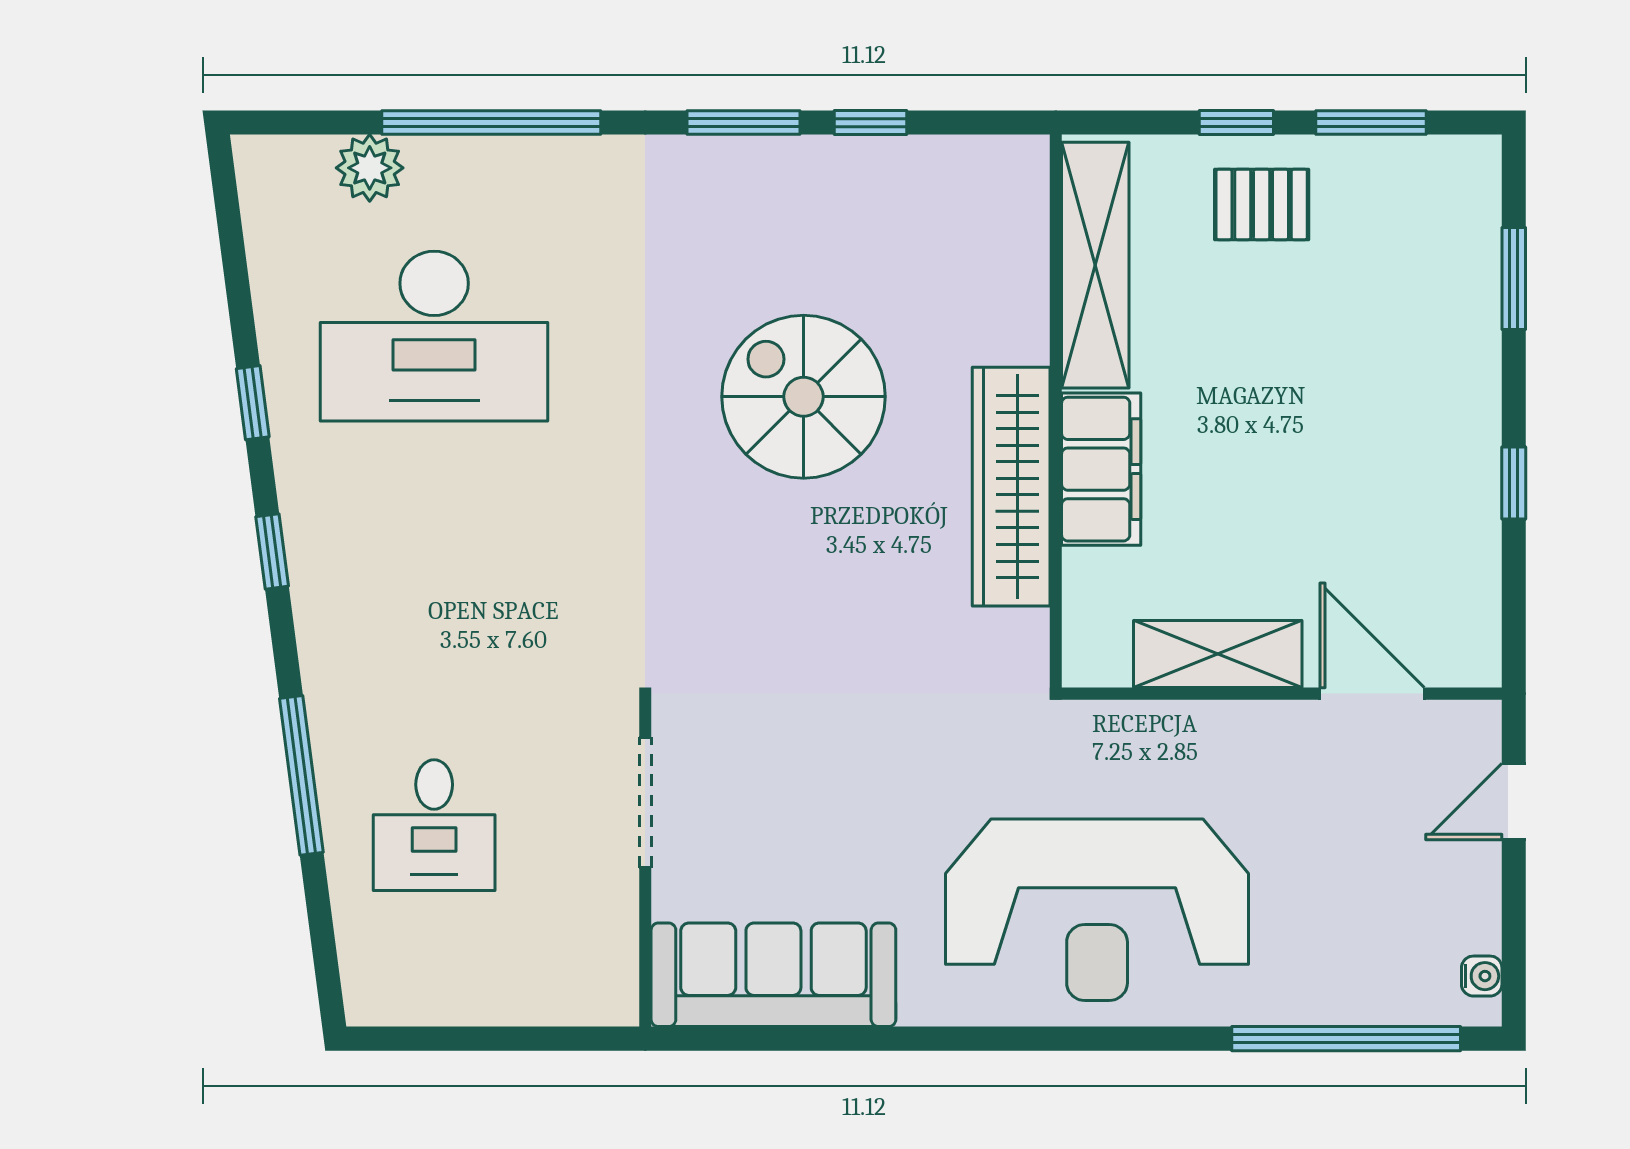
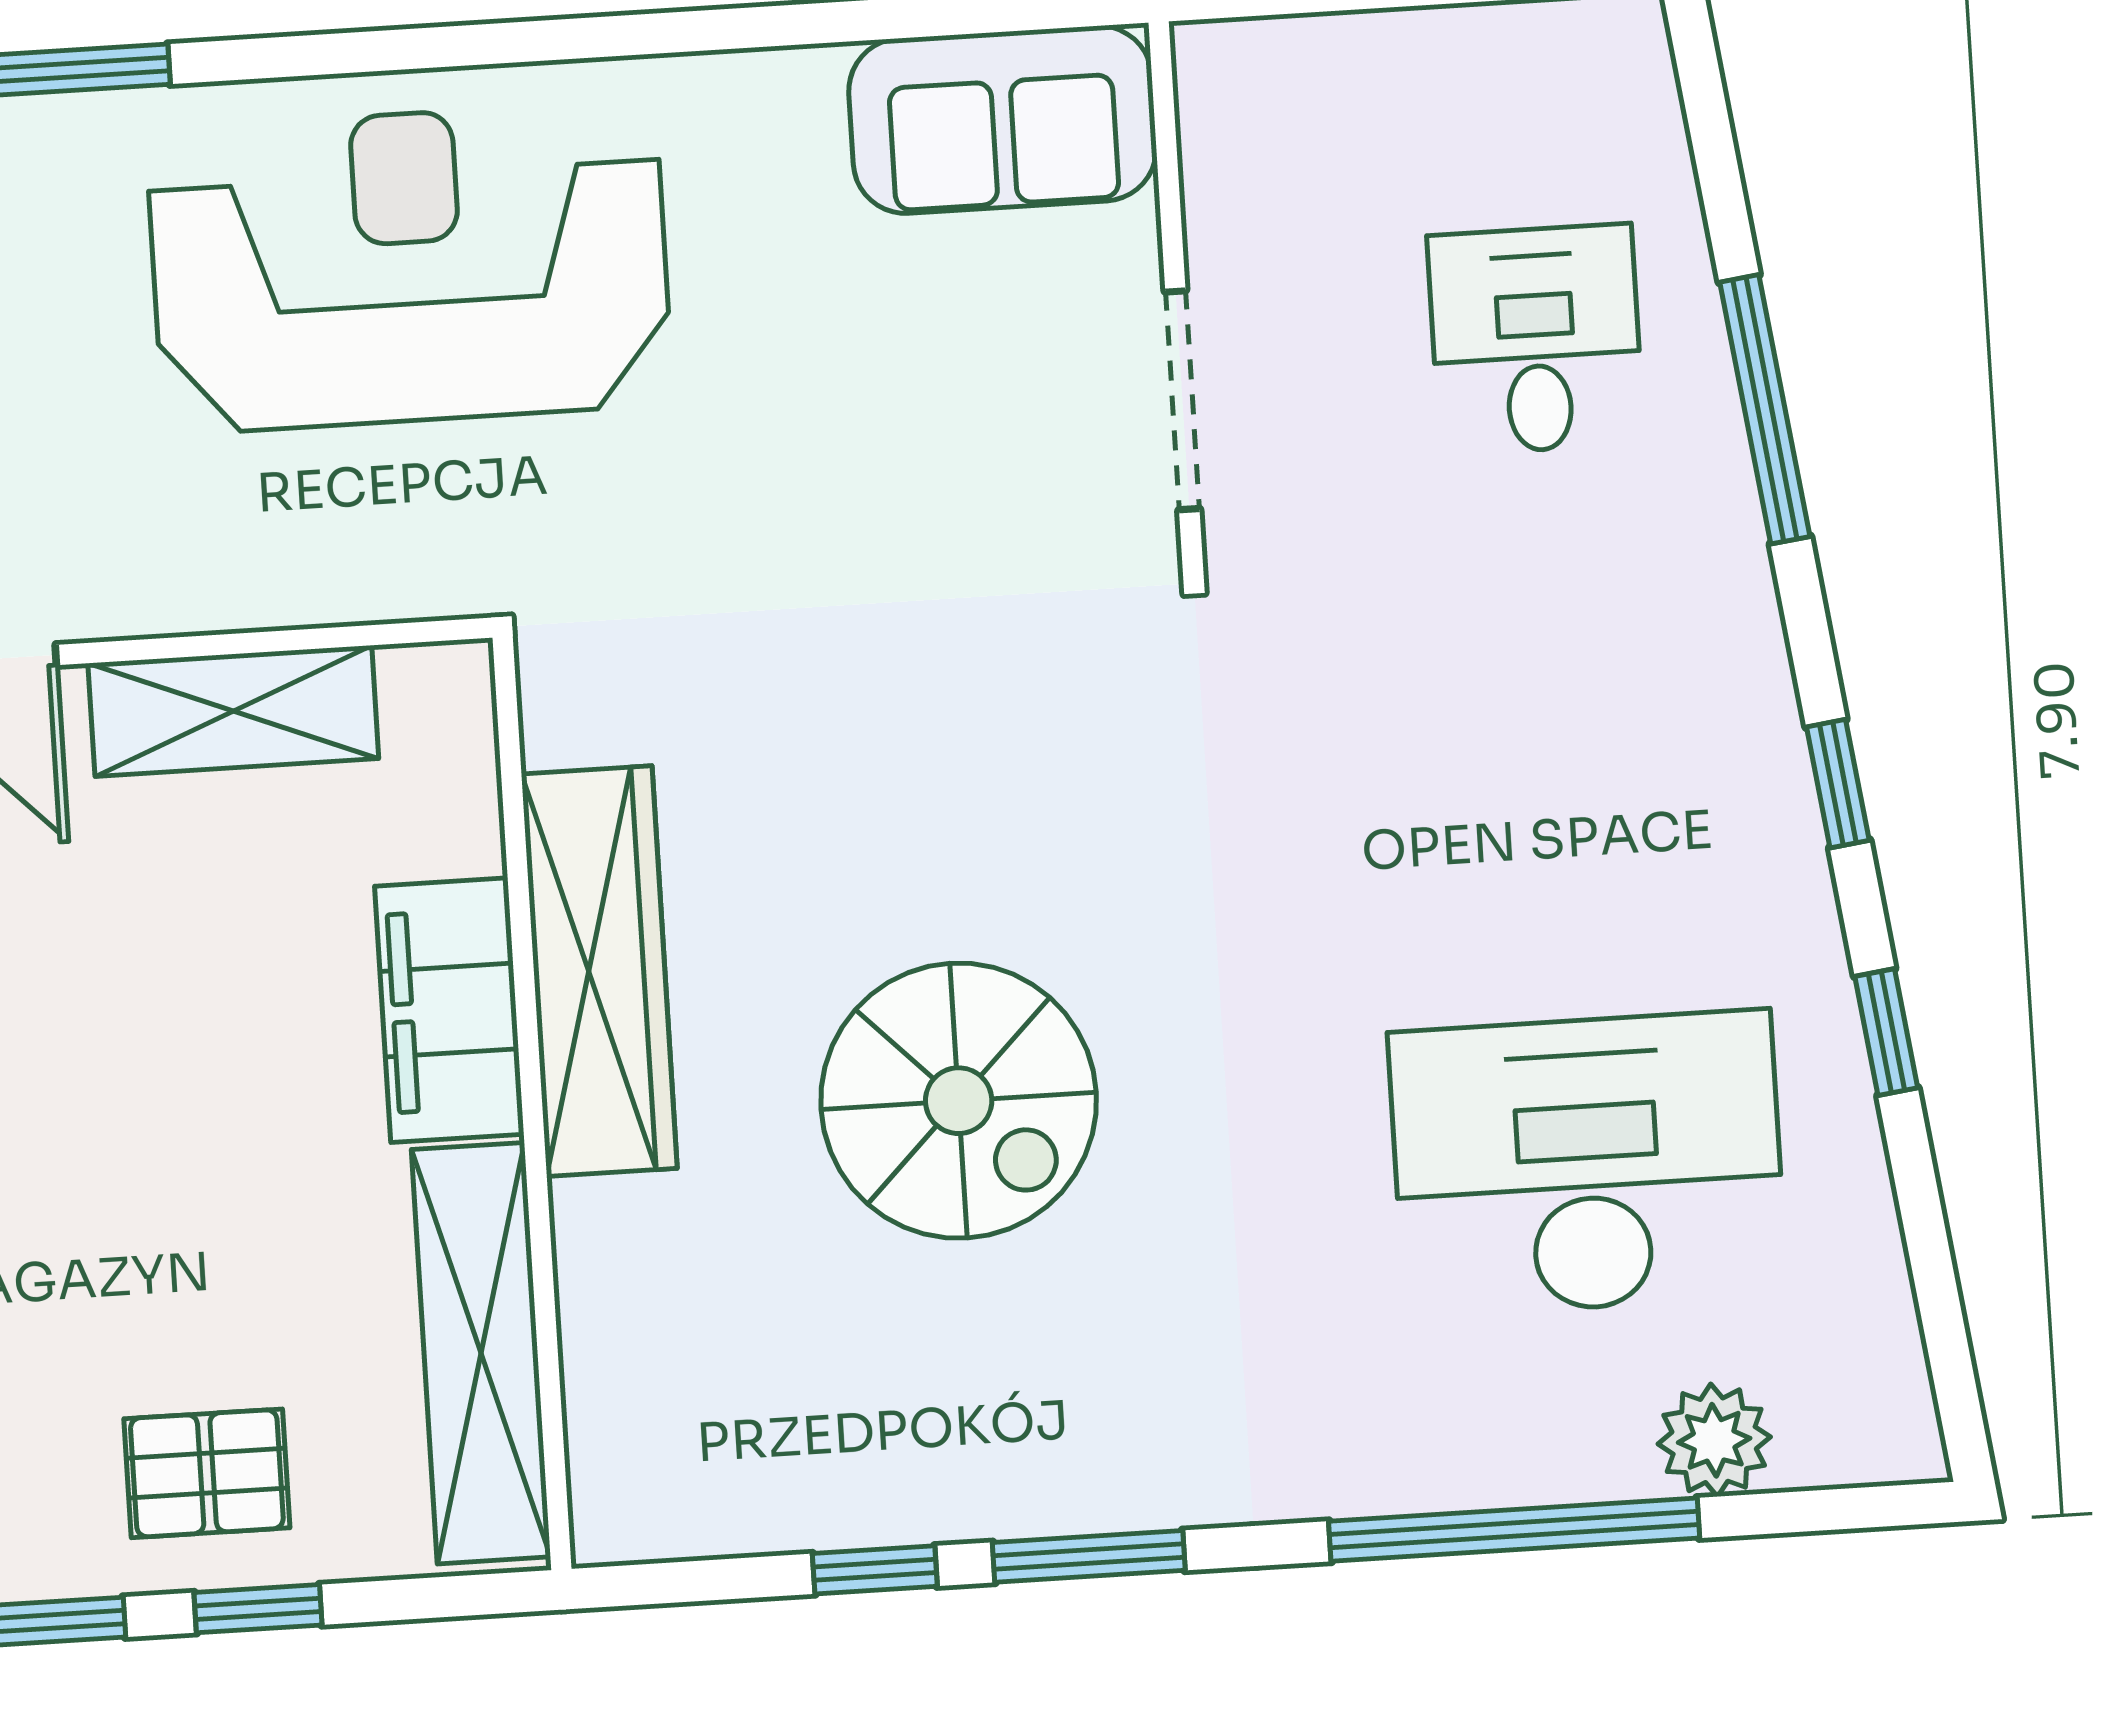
sofa: (773, 975) -> (1003, 120), width x0.73

